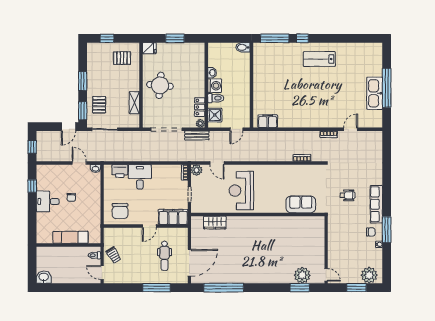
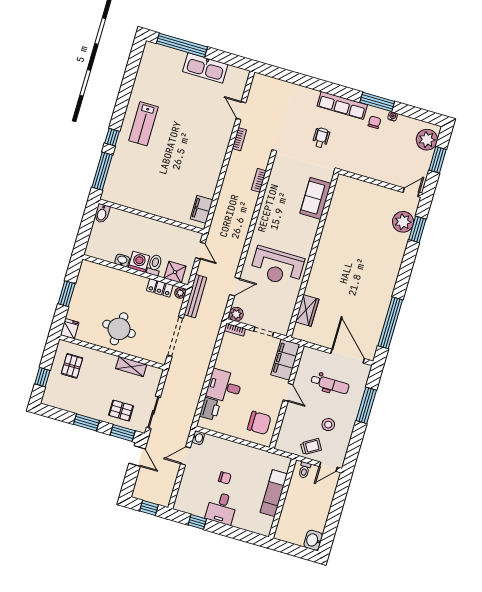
window: (387, 88) -> (182, 45), moved
bench: (197, 135) -> (195, 296), width x1.36
stool: (134, 263) -> (328, 425), added

